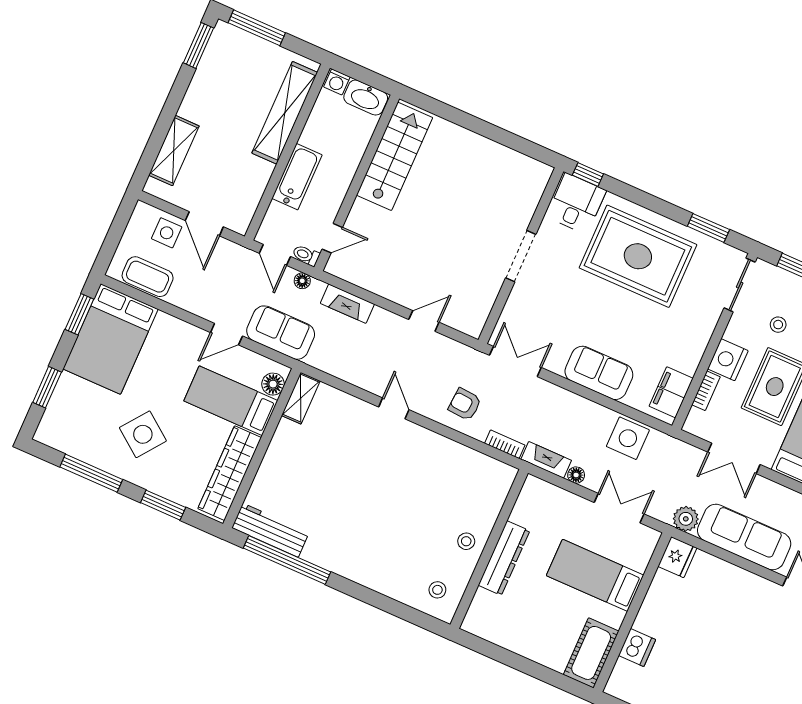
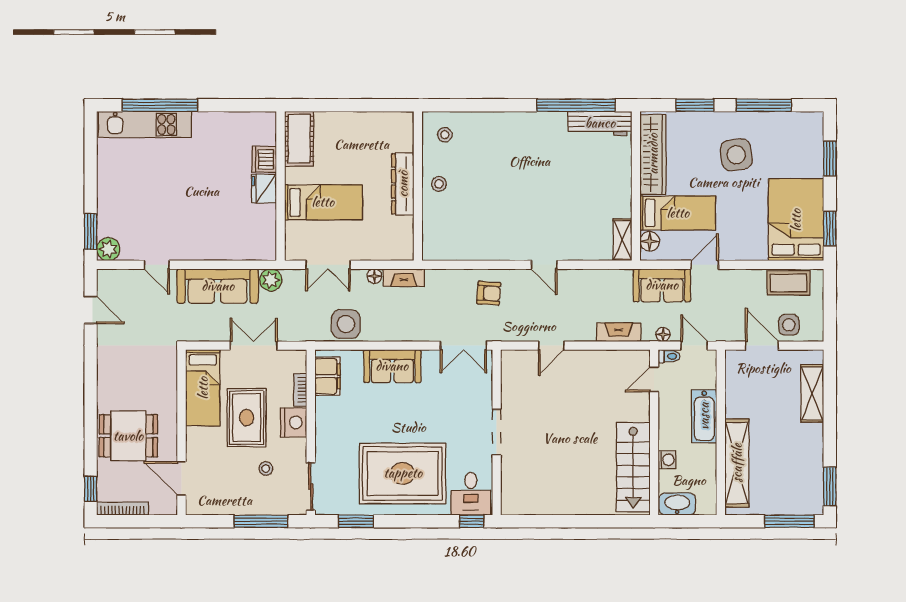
washing machine: (337, 82) -> (667, 460), moved, turned 90
side table: (143, 434) -> (736, 155), turned 45
bookcase: (505, 444) -> (443, 275), removed
fridge: (677, 557) -> (264, 189), moved

